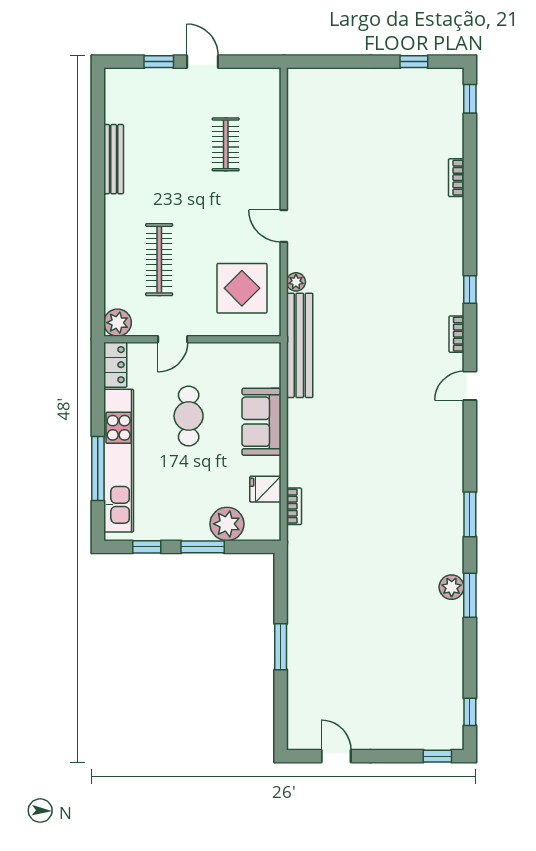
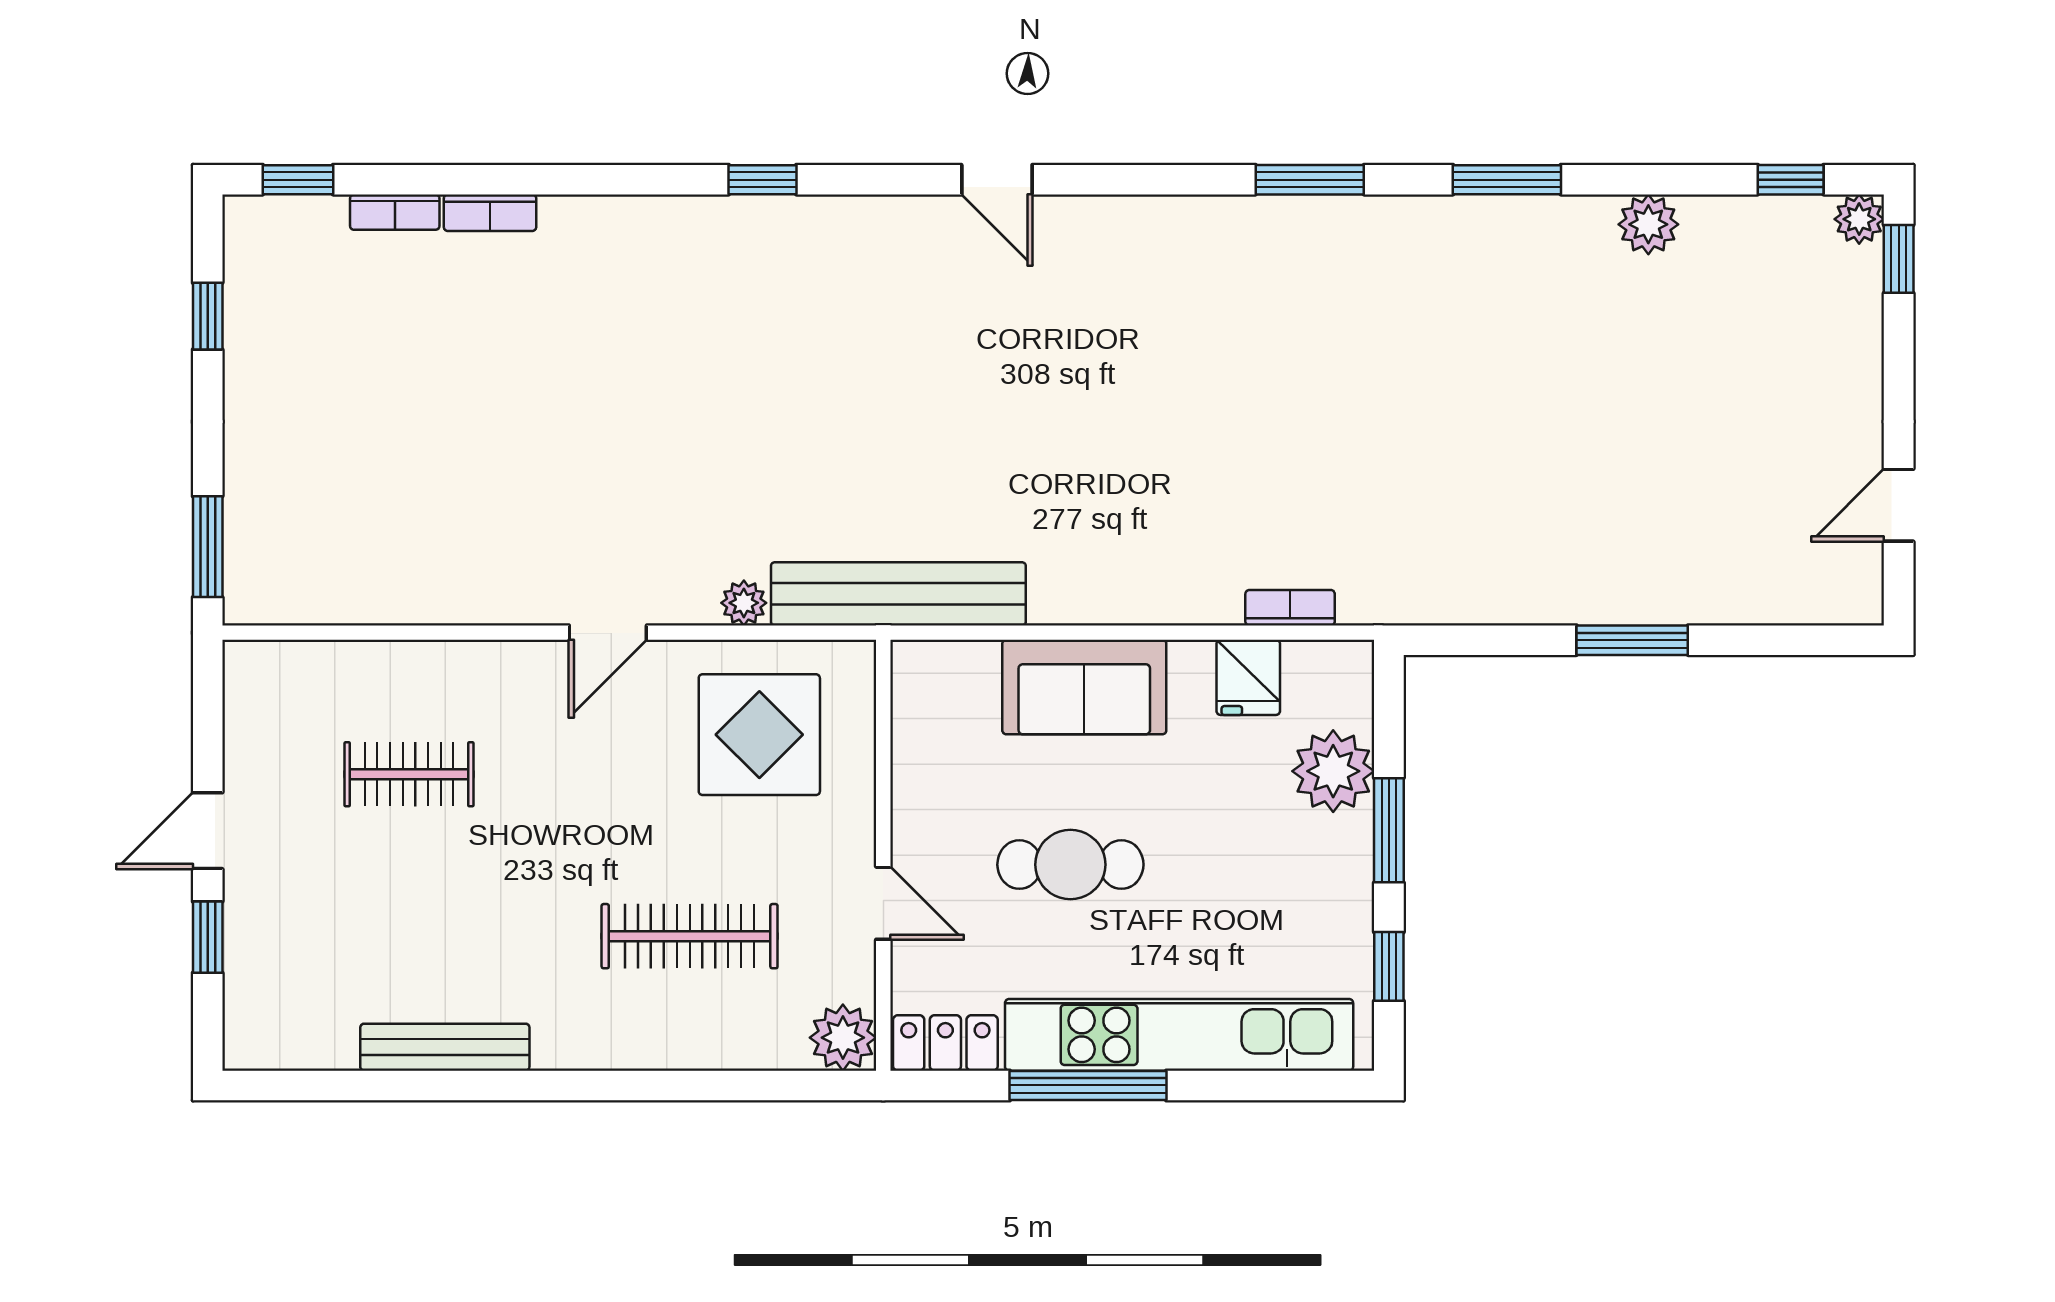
window: (319, 62) -> (208, 547), added
bookcase: (457, 334) -> (395, 212), moved
window: (98, 469) -> (1088, 1085), moved
plant: (452, 587) -> (1648, 224), moved
plant: (454, 740) -> (1859, 219), added

